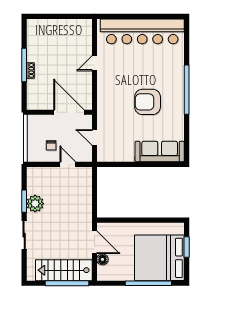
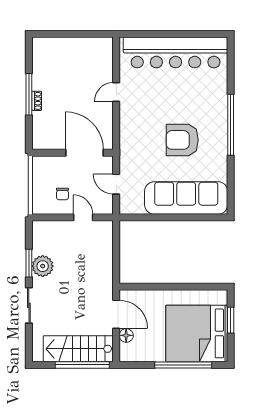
sofa: (160, 152) -> (186, 198), width x1.36, depth x1.27

